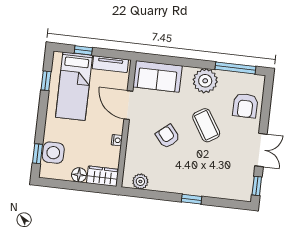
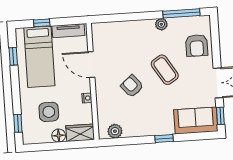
sofa: (157, 76) -> (196, 121), moved, turned 180
plant: (205, 81) -> (161, 24), width x0.53, depth x0.53
side table: (53, 153) -> (49, 112), moved

